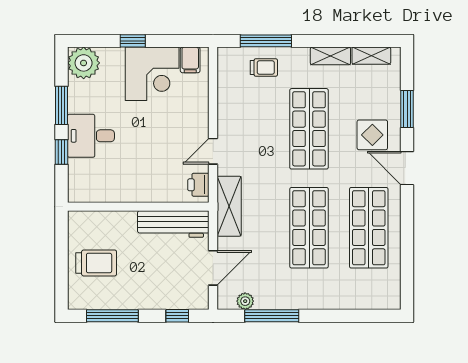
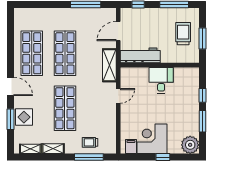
display table: (372, 135) -> (24, 117), moved
desk: (91, 136) -> (161, 80), moved, turned -90
printer: (198, 185) -> (126, 77), removed
window: (61, 254) -> (202, 39), added
trolley: (96, 263) -> (183, 34), turned 90
plant: (245, 301) -> (100, 13), removed

